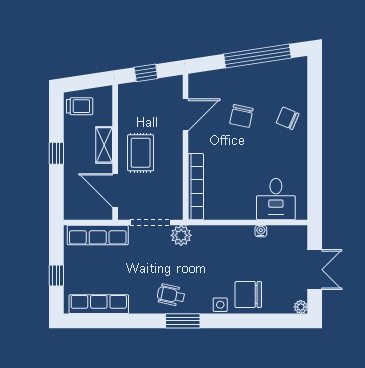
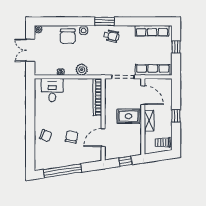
rug: (141, 153) -> (129, 116), turned 90
plant: (181, 235) -> (82, 70), moved
chair: (248, 295) -> (68, 36), turned 90

